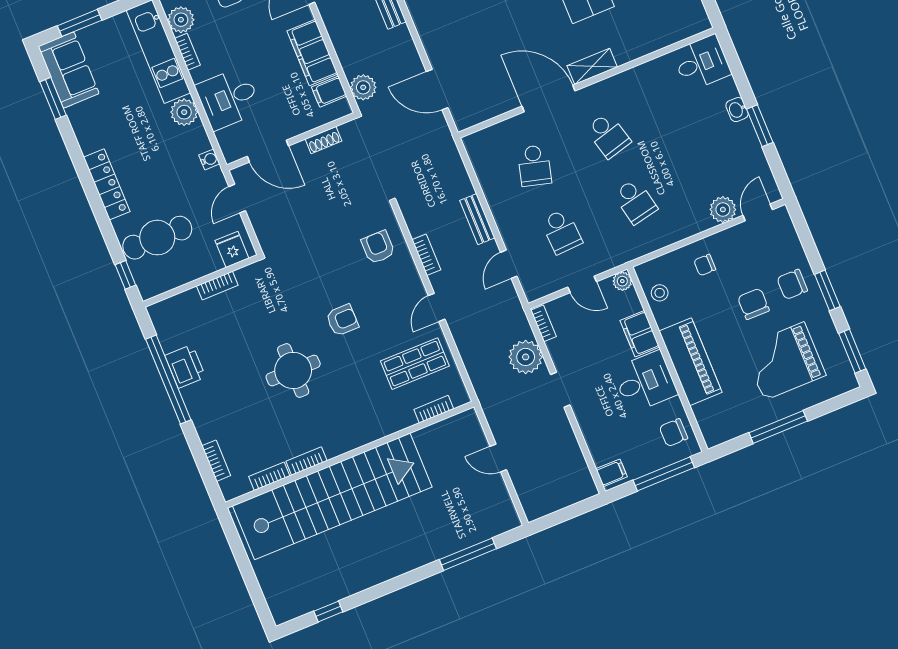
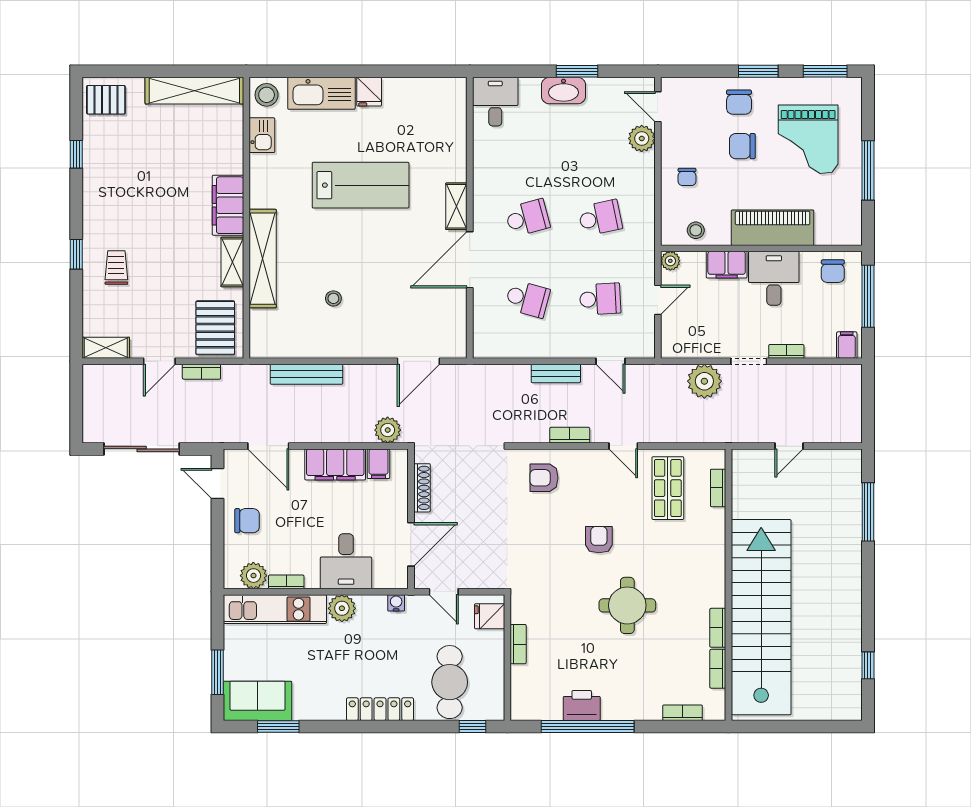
washbasin: (737, 110) -> (564, 91), width x1.91, depth x1.45
shoe rack: (323, 140) -> (422, 488), width x1.43
bookcase: (543, 323) -> (786, 351), moved

